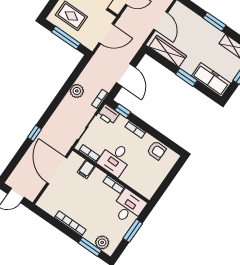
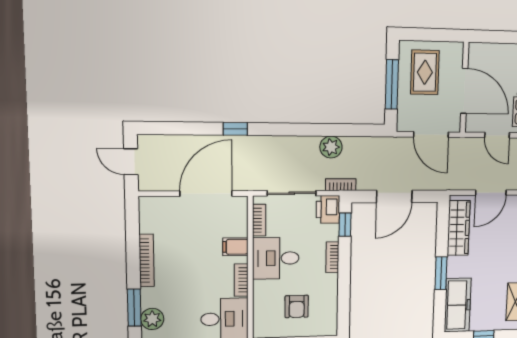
armchair: (157, 150) -> (297, 306), moved
filing cabinet: (86, 169) -> (235, 247), moved

